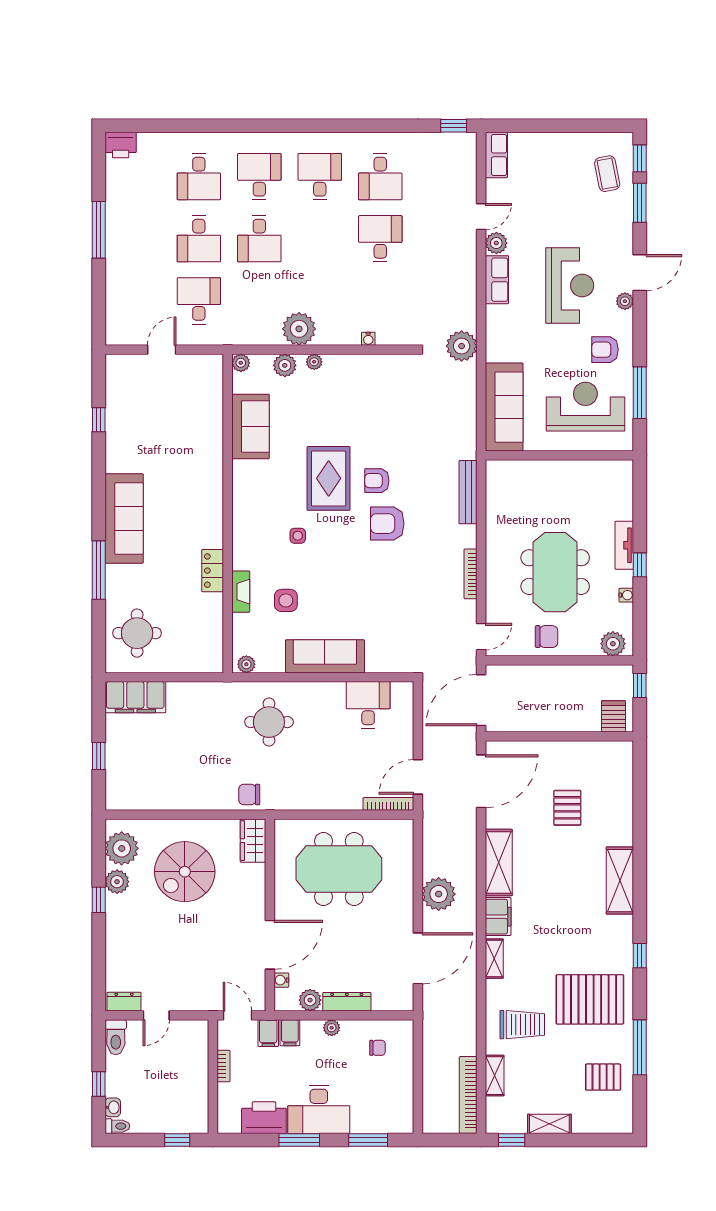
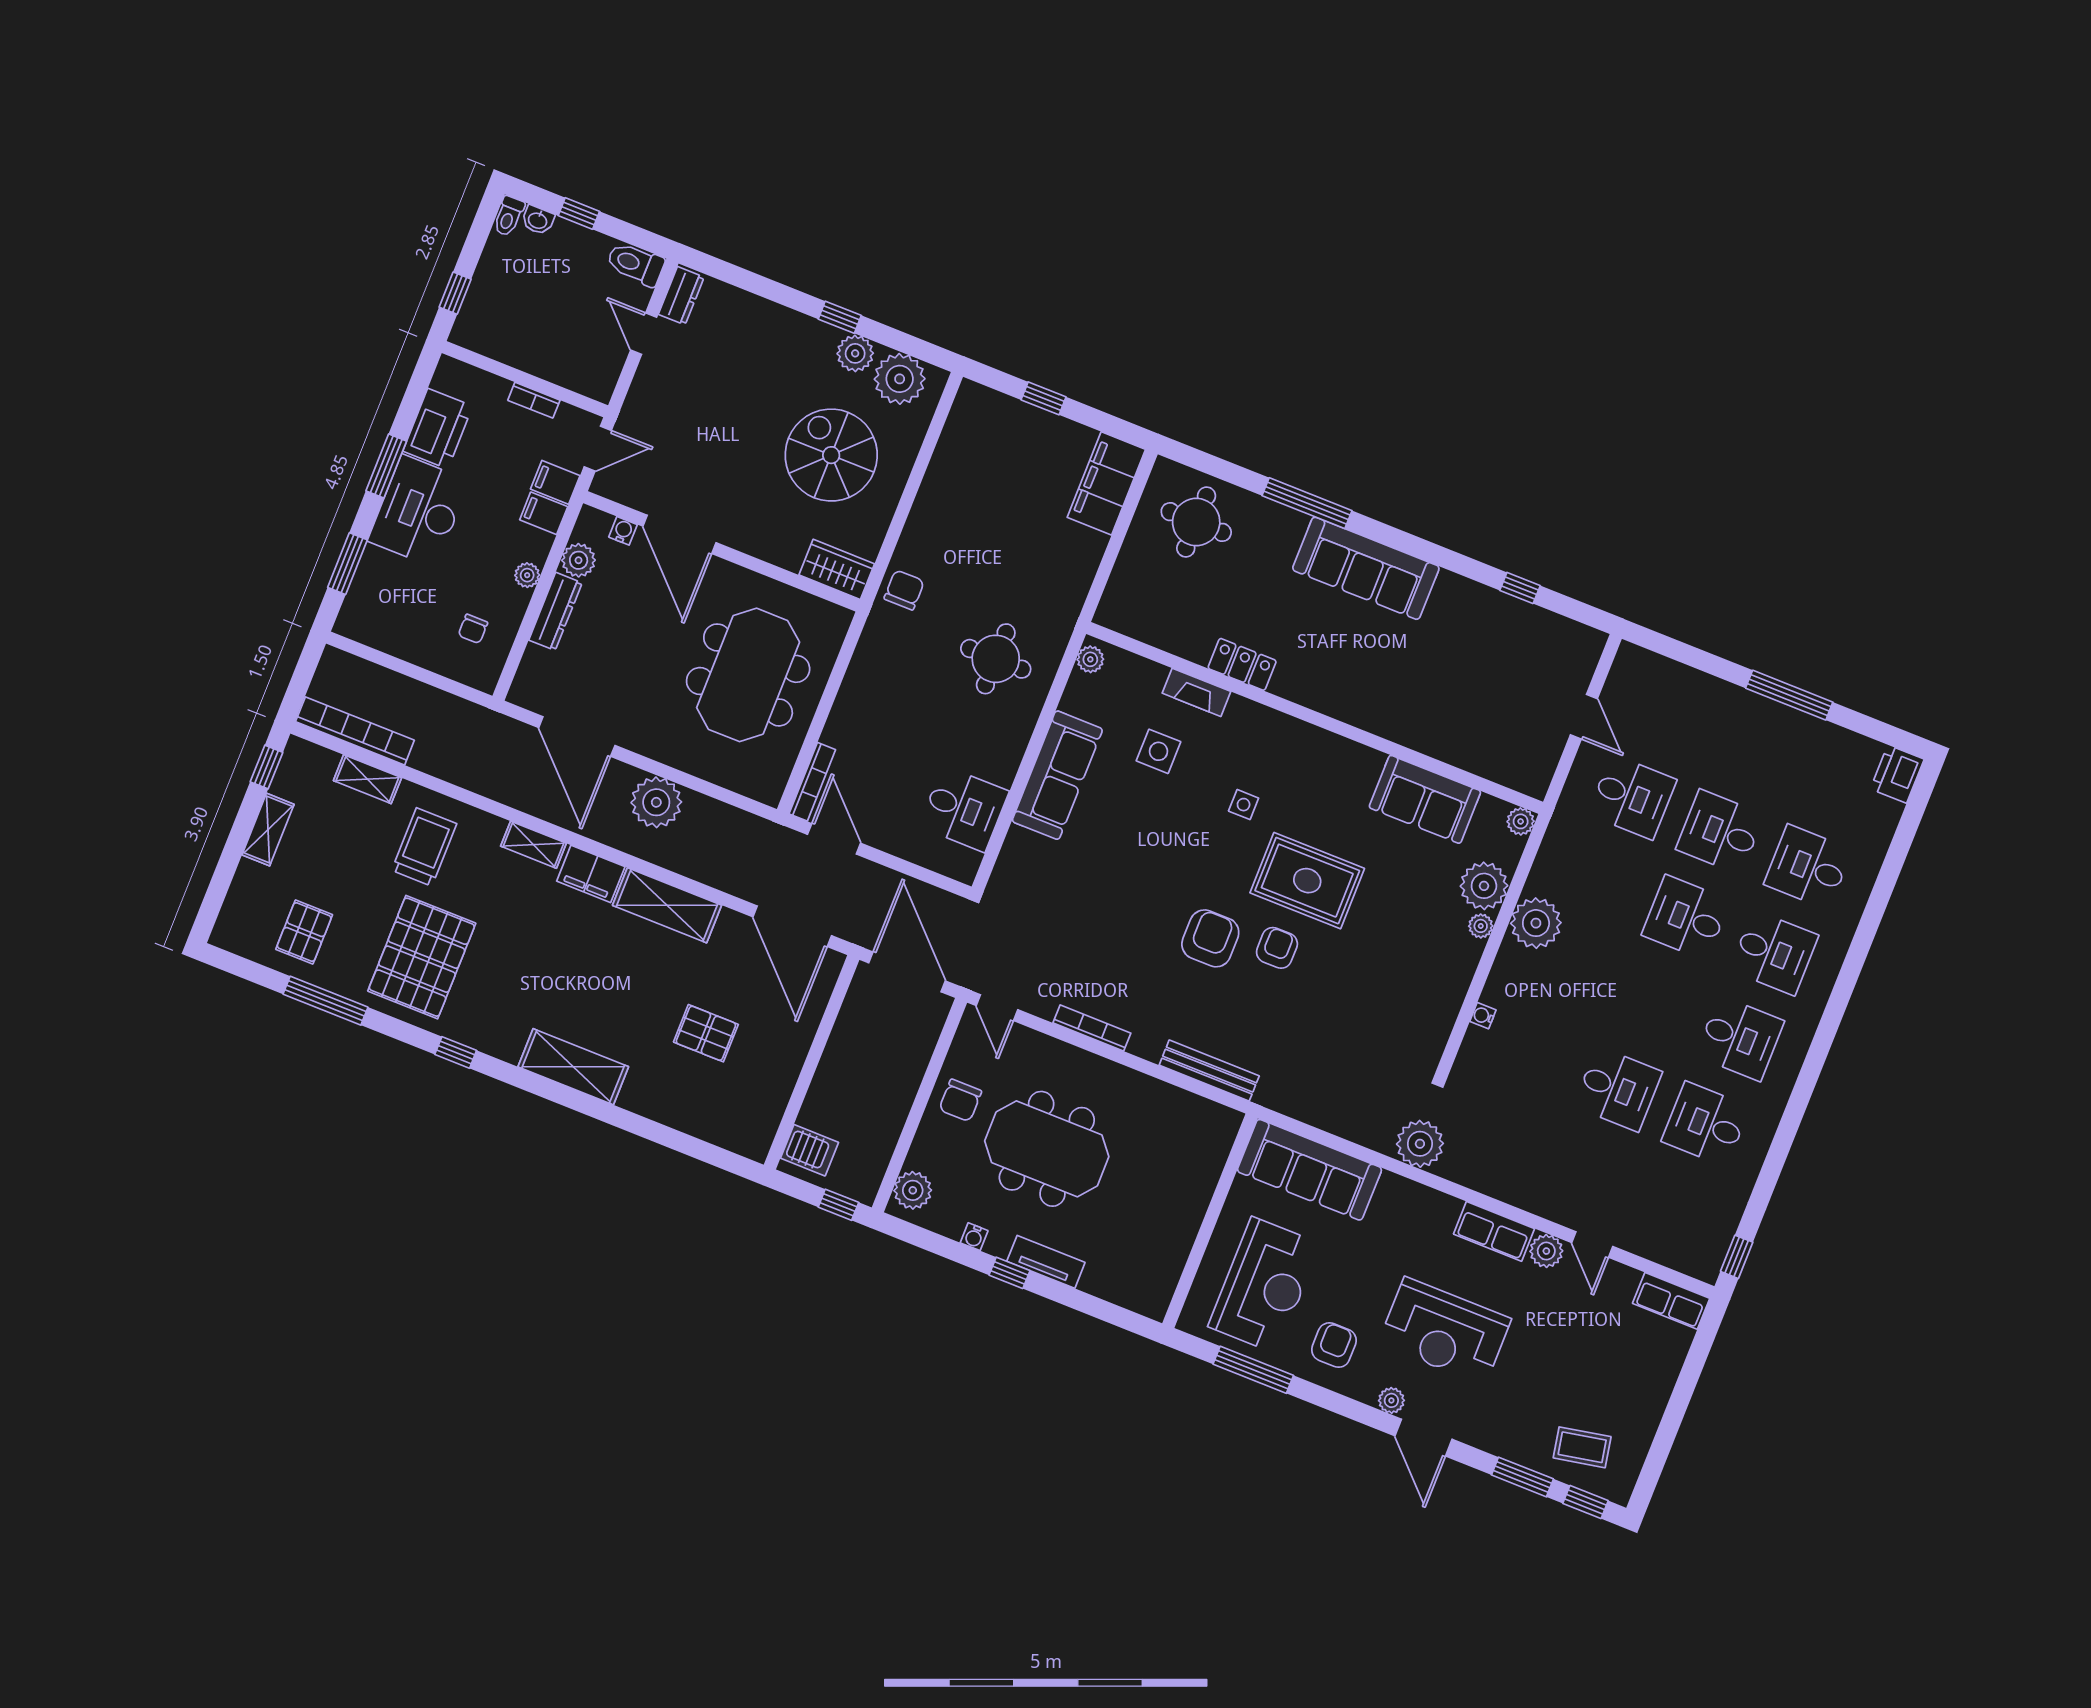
plant: (285, 365) -> (1484, 886), width x1.36, depth x1.36
trolley: (522, 1025) -> (424, 847), turned 180

